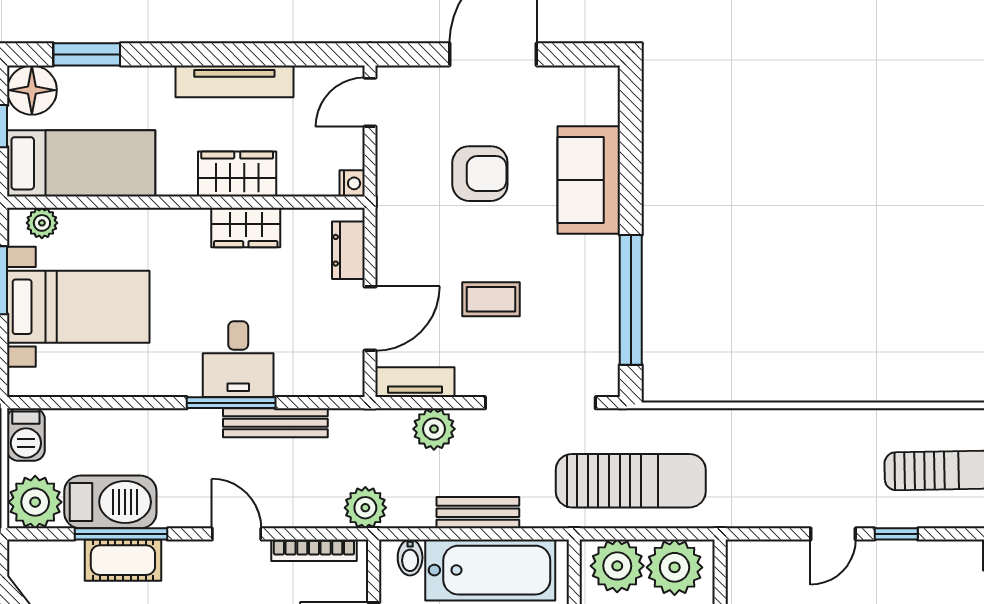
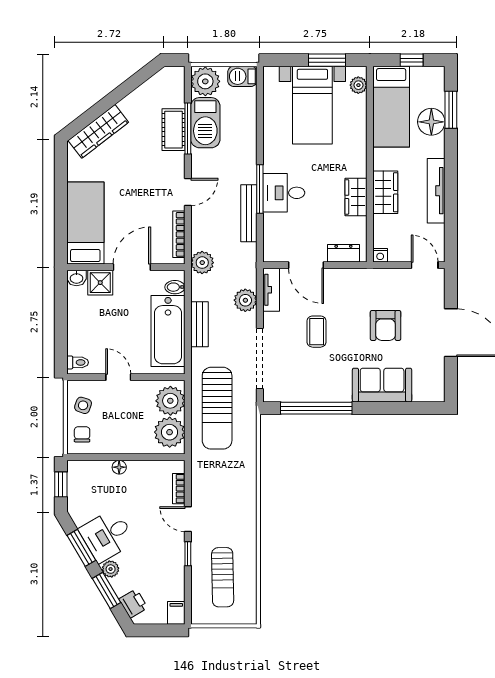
floor lamp: (32, 90) -> (431, 122), moved
bookcase: (777, 551) -> (179, 489), added

